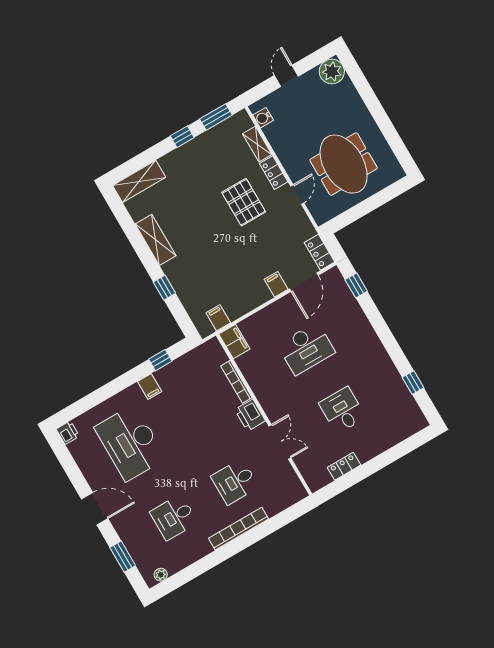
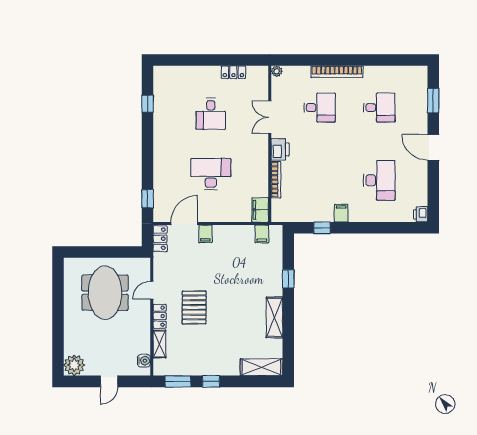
desk: (130, 443) -> (379, 180), width x0.73, depth x0.77
plant: (161, 575) -> (277, 71), moved

